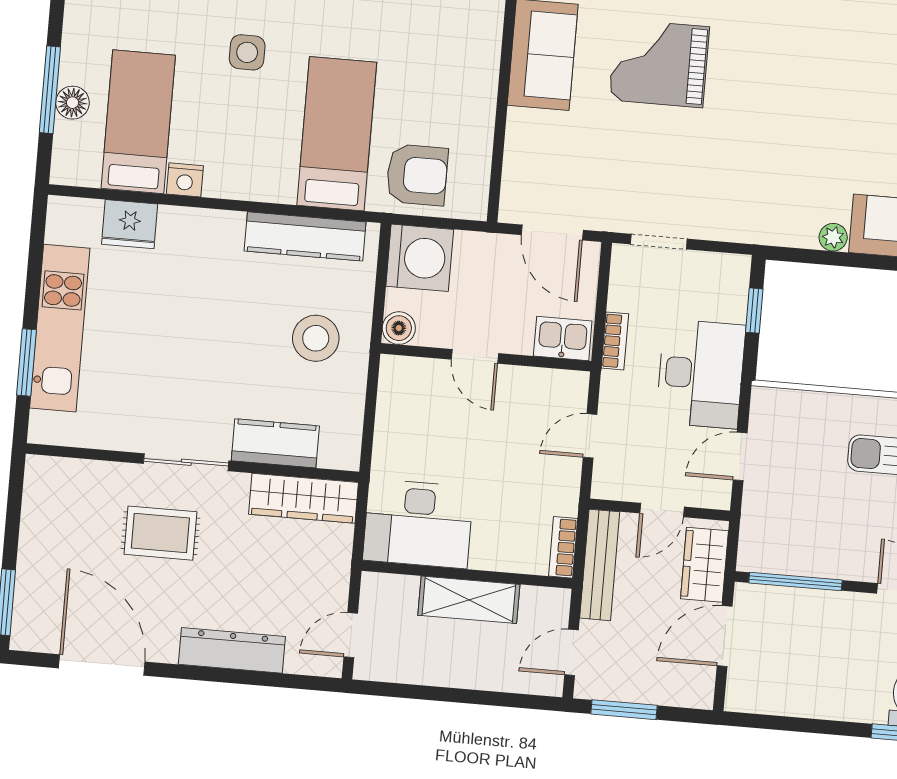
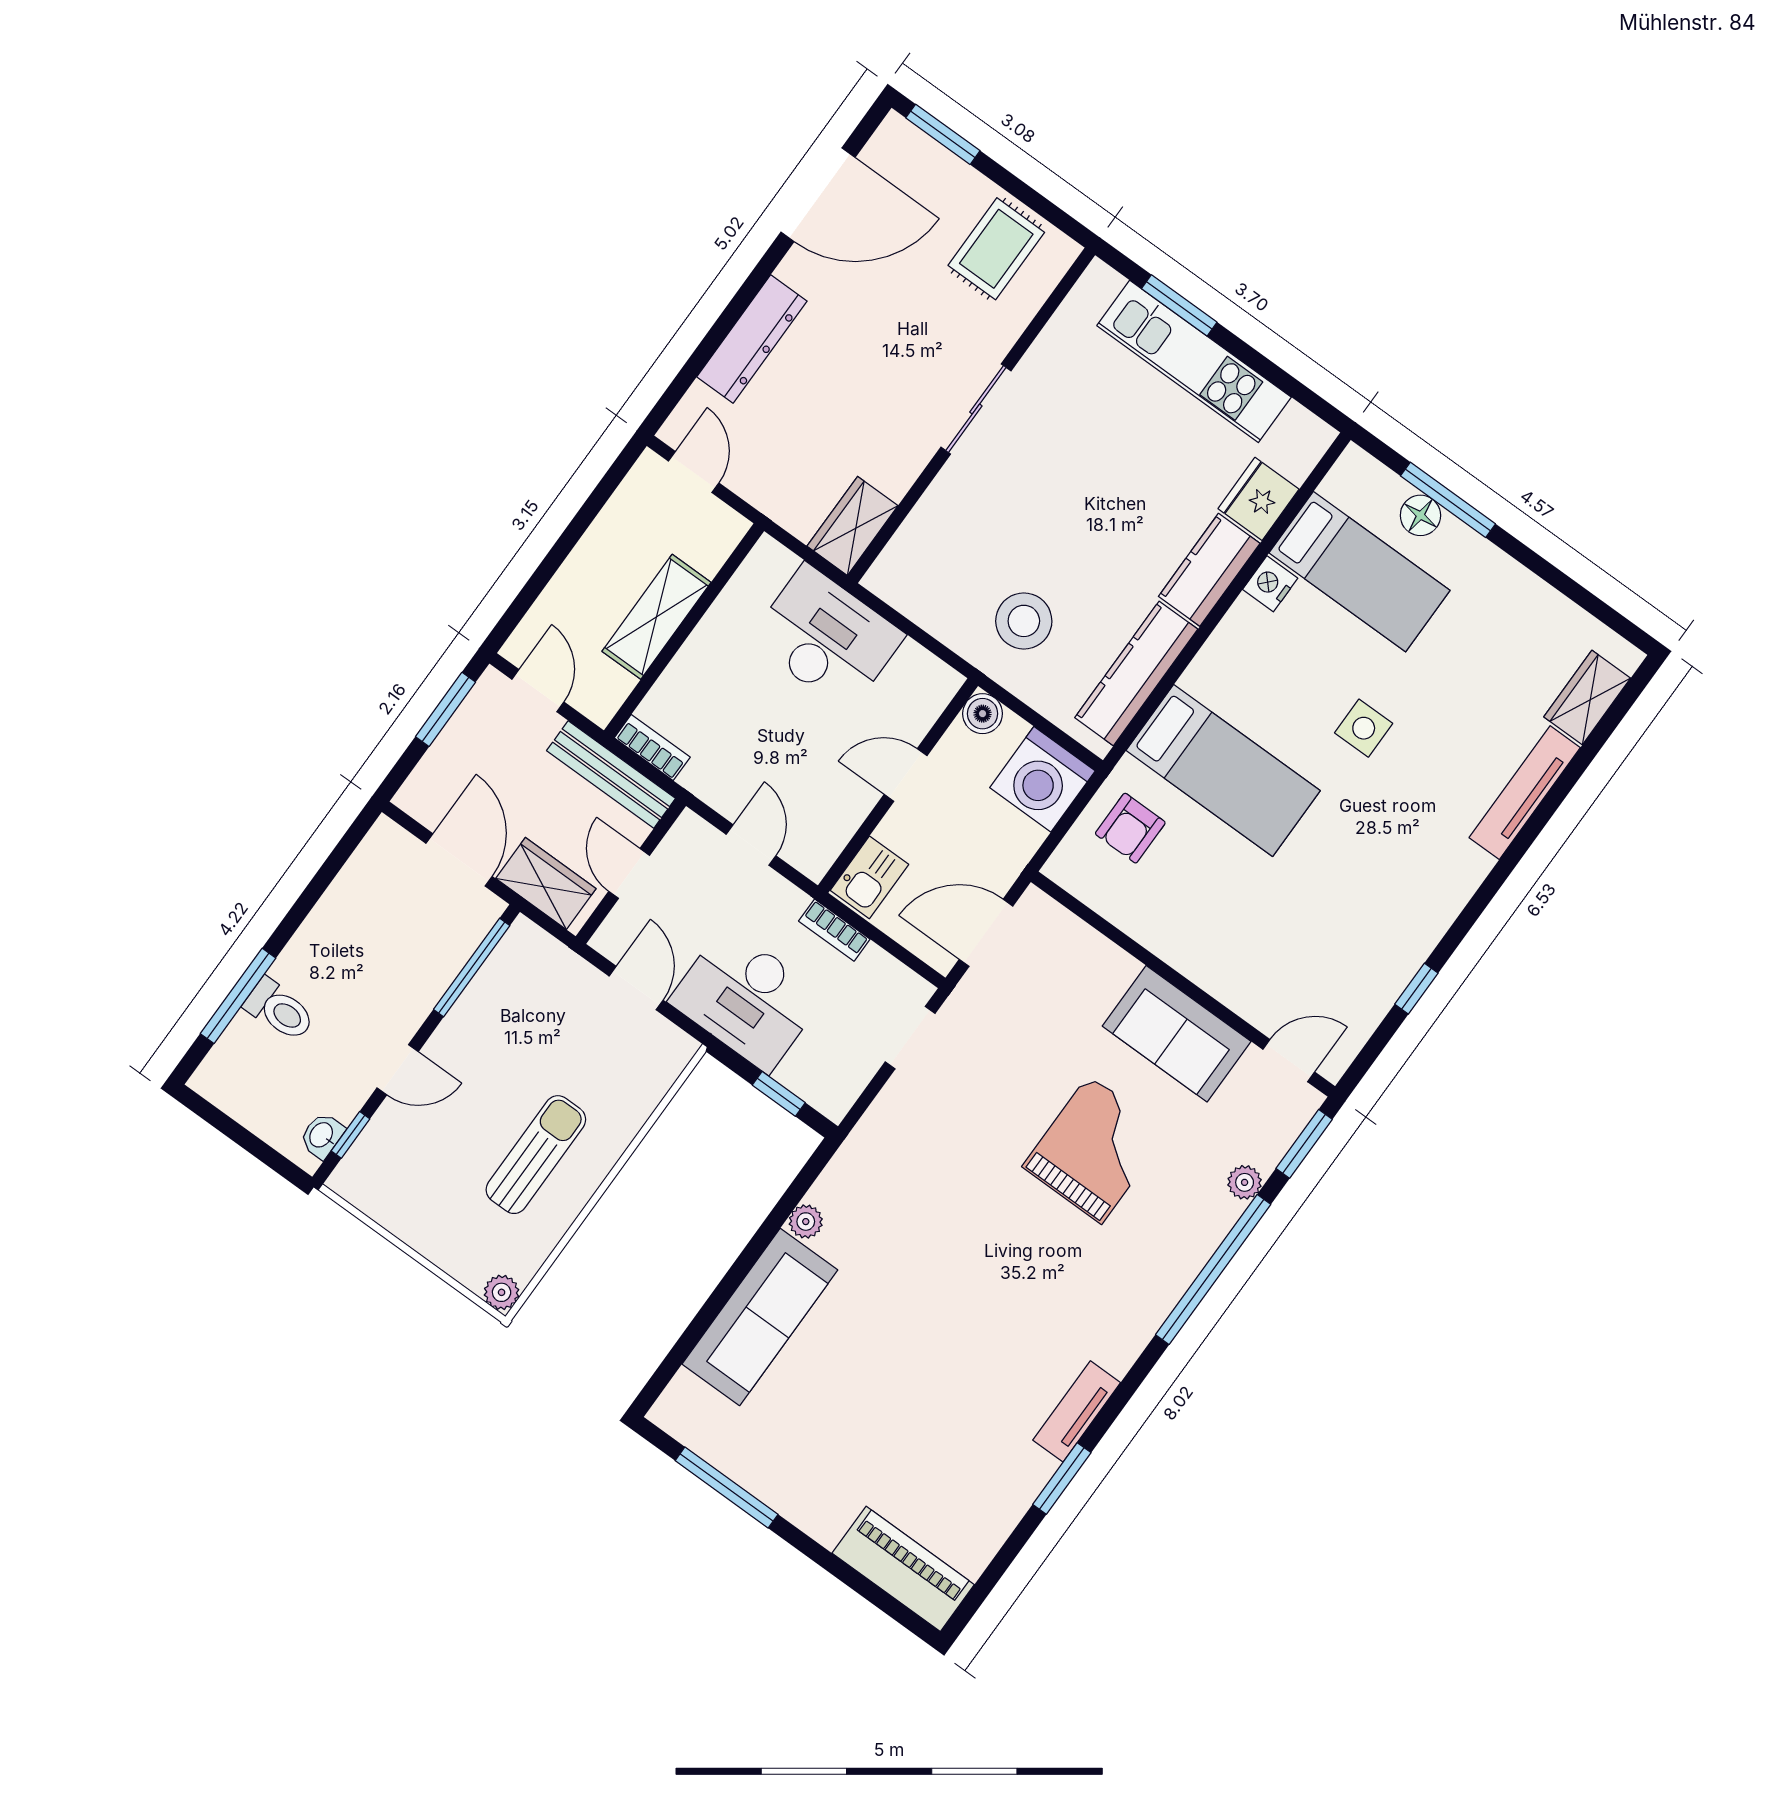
armchair: (417, 175) -> (1130, 828), width x0.72, depth x0.72
kitchen counter: (275, 443) -> (1209, 570), moved, turned 180
wardrobe: (304, 498) -> (853, 526), width x0.67
desk: (418, 524) -> (827, 638), moved, turned 90
rug: (160, 533) -> (996, 249), moved

